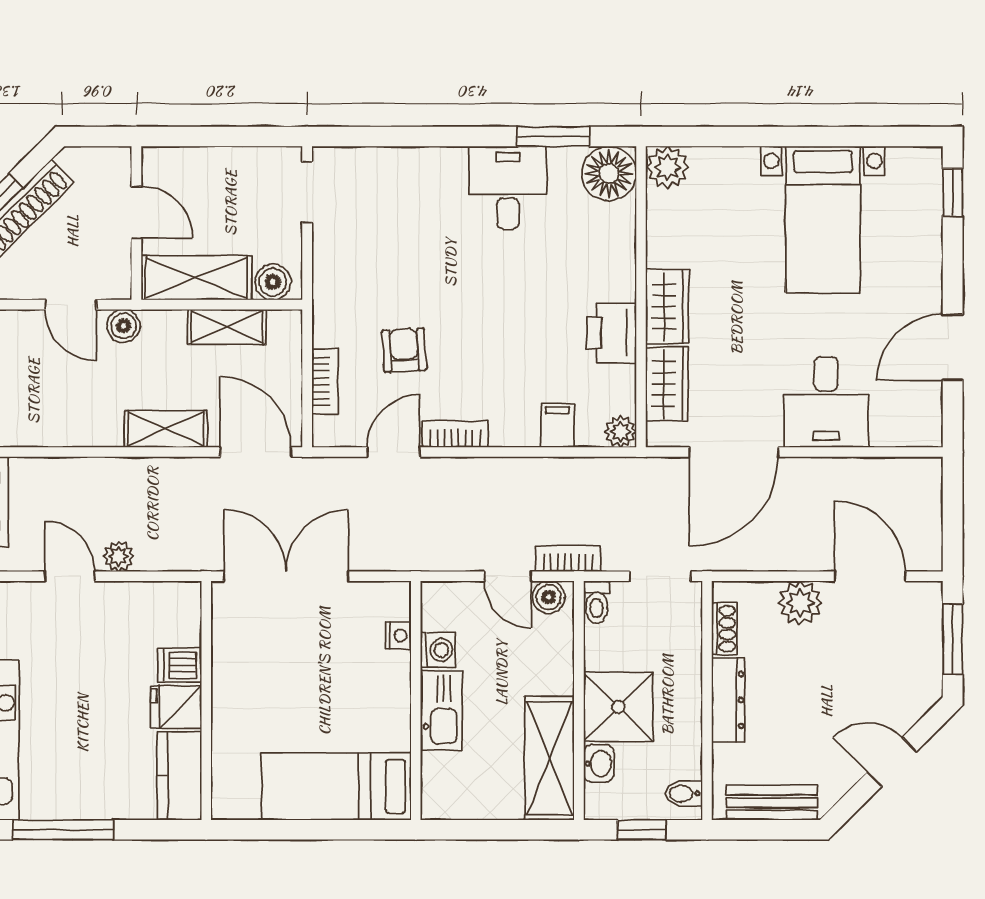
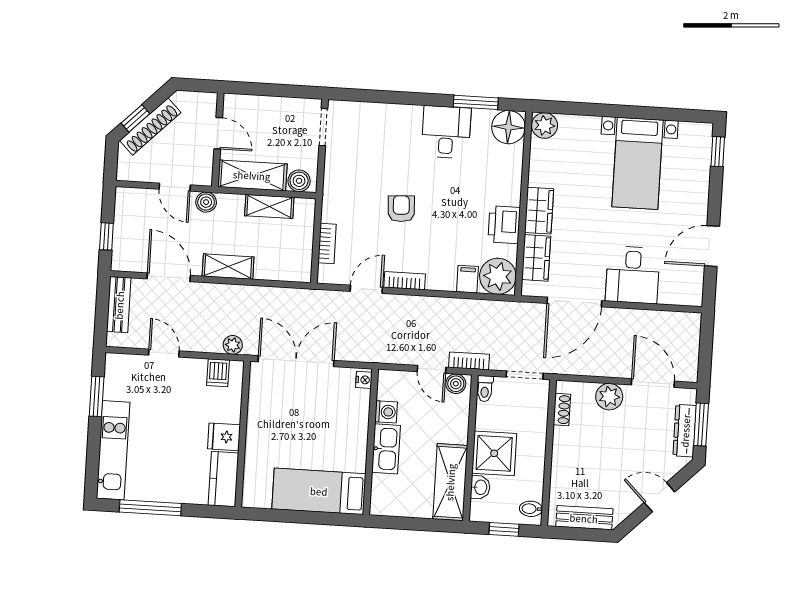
armchair: (404, 350) -> (401, 209), moved
plant: (620, 432) -> (498, 276), width x1.87, depth x1.87
door: (256, 452) -> (169, 277), moved
plant: (119, 556) -> (233, 345), moved
nightstand: (398, 636) -> (364, 380), moved
dishwasher: (179, 665) -> (218, 373), moved, turned -90
dresser: (728, 700) -> (685, 431), moved, turned 180

